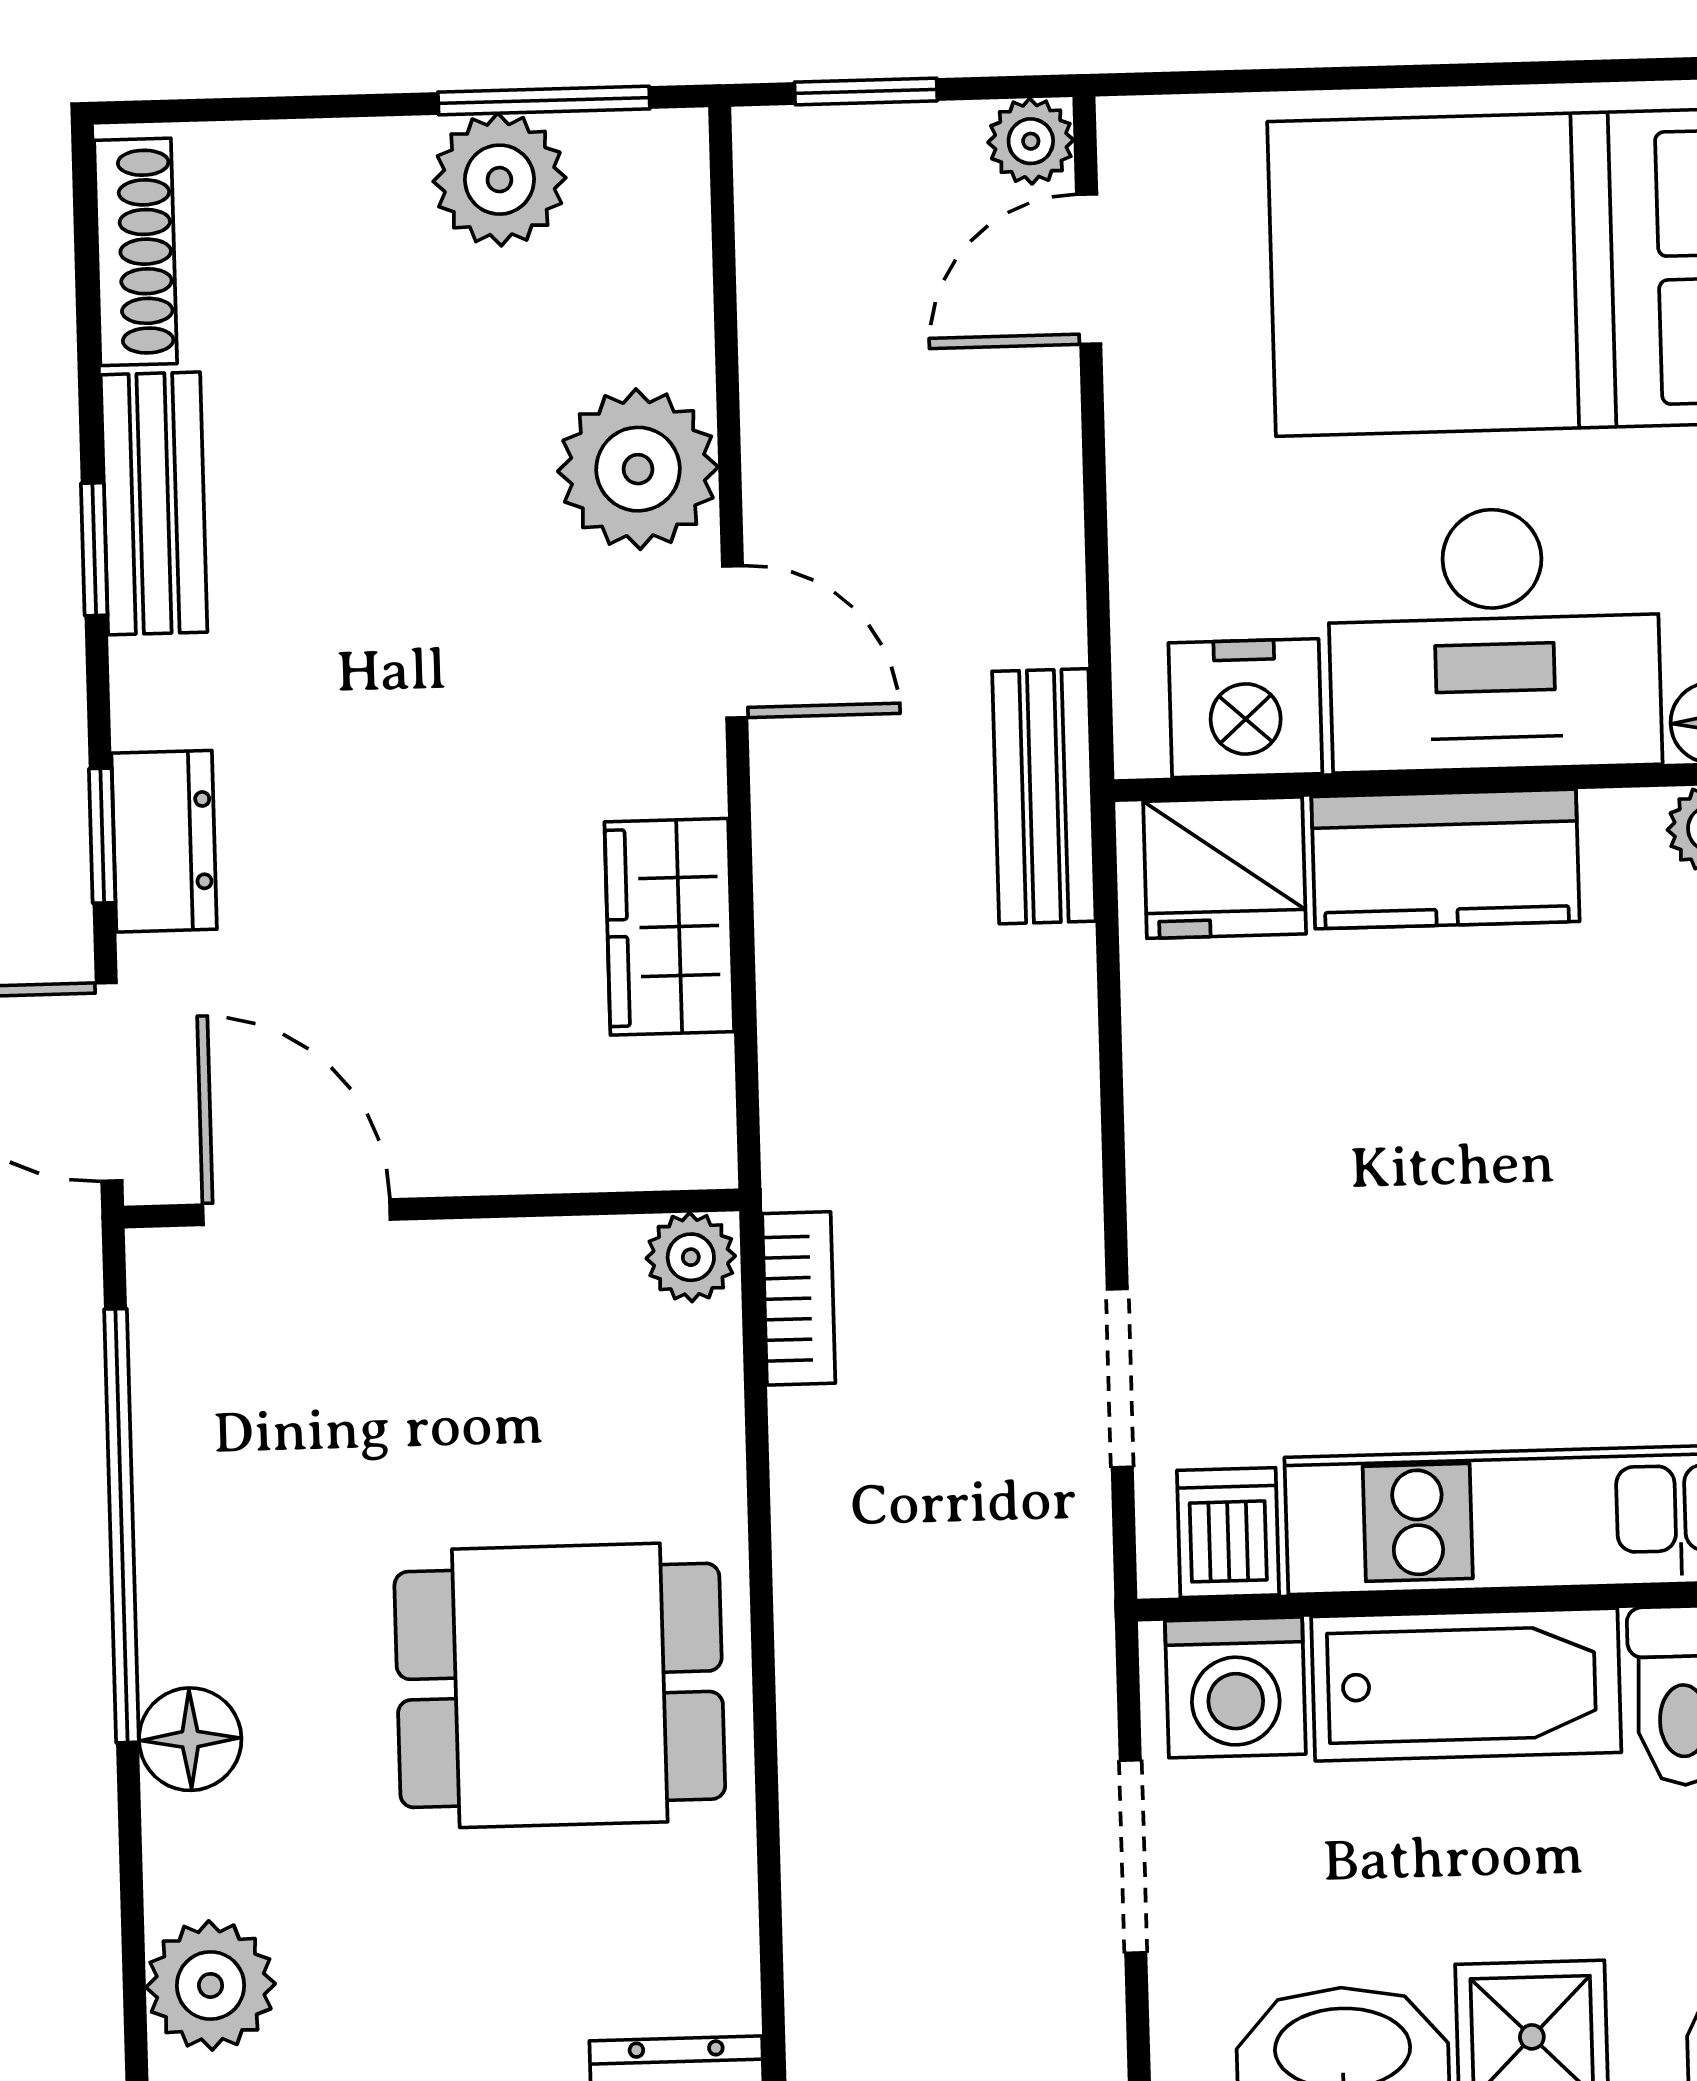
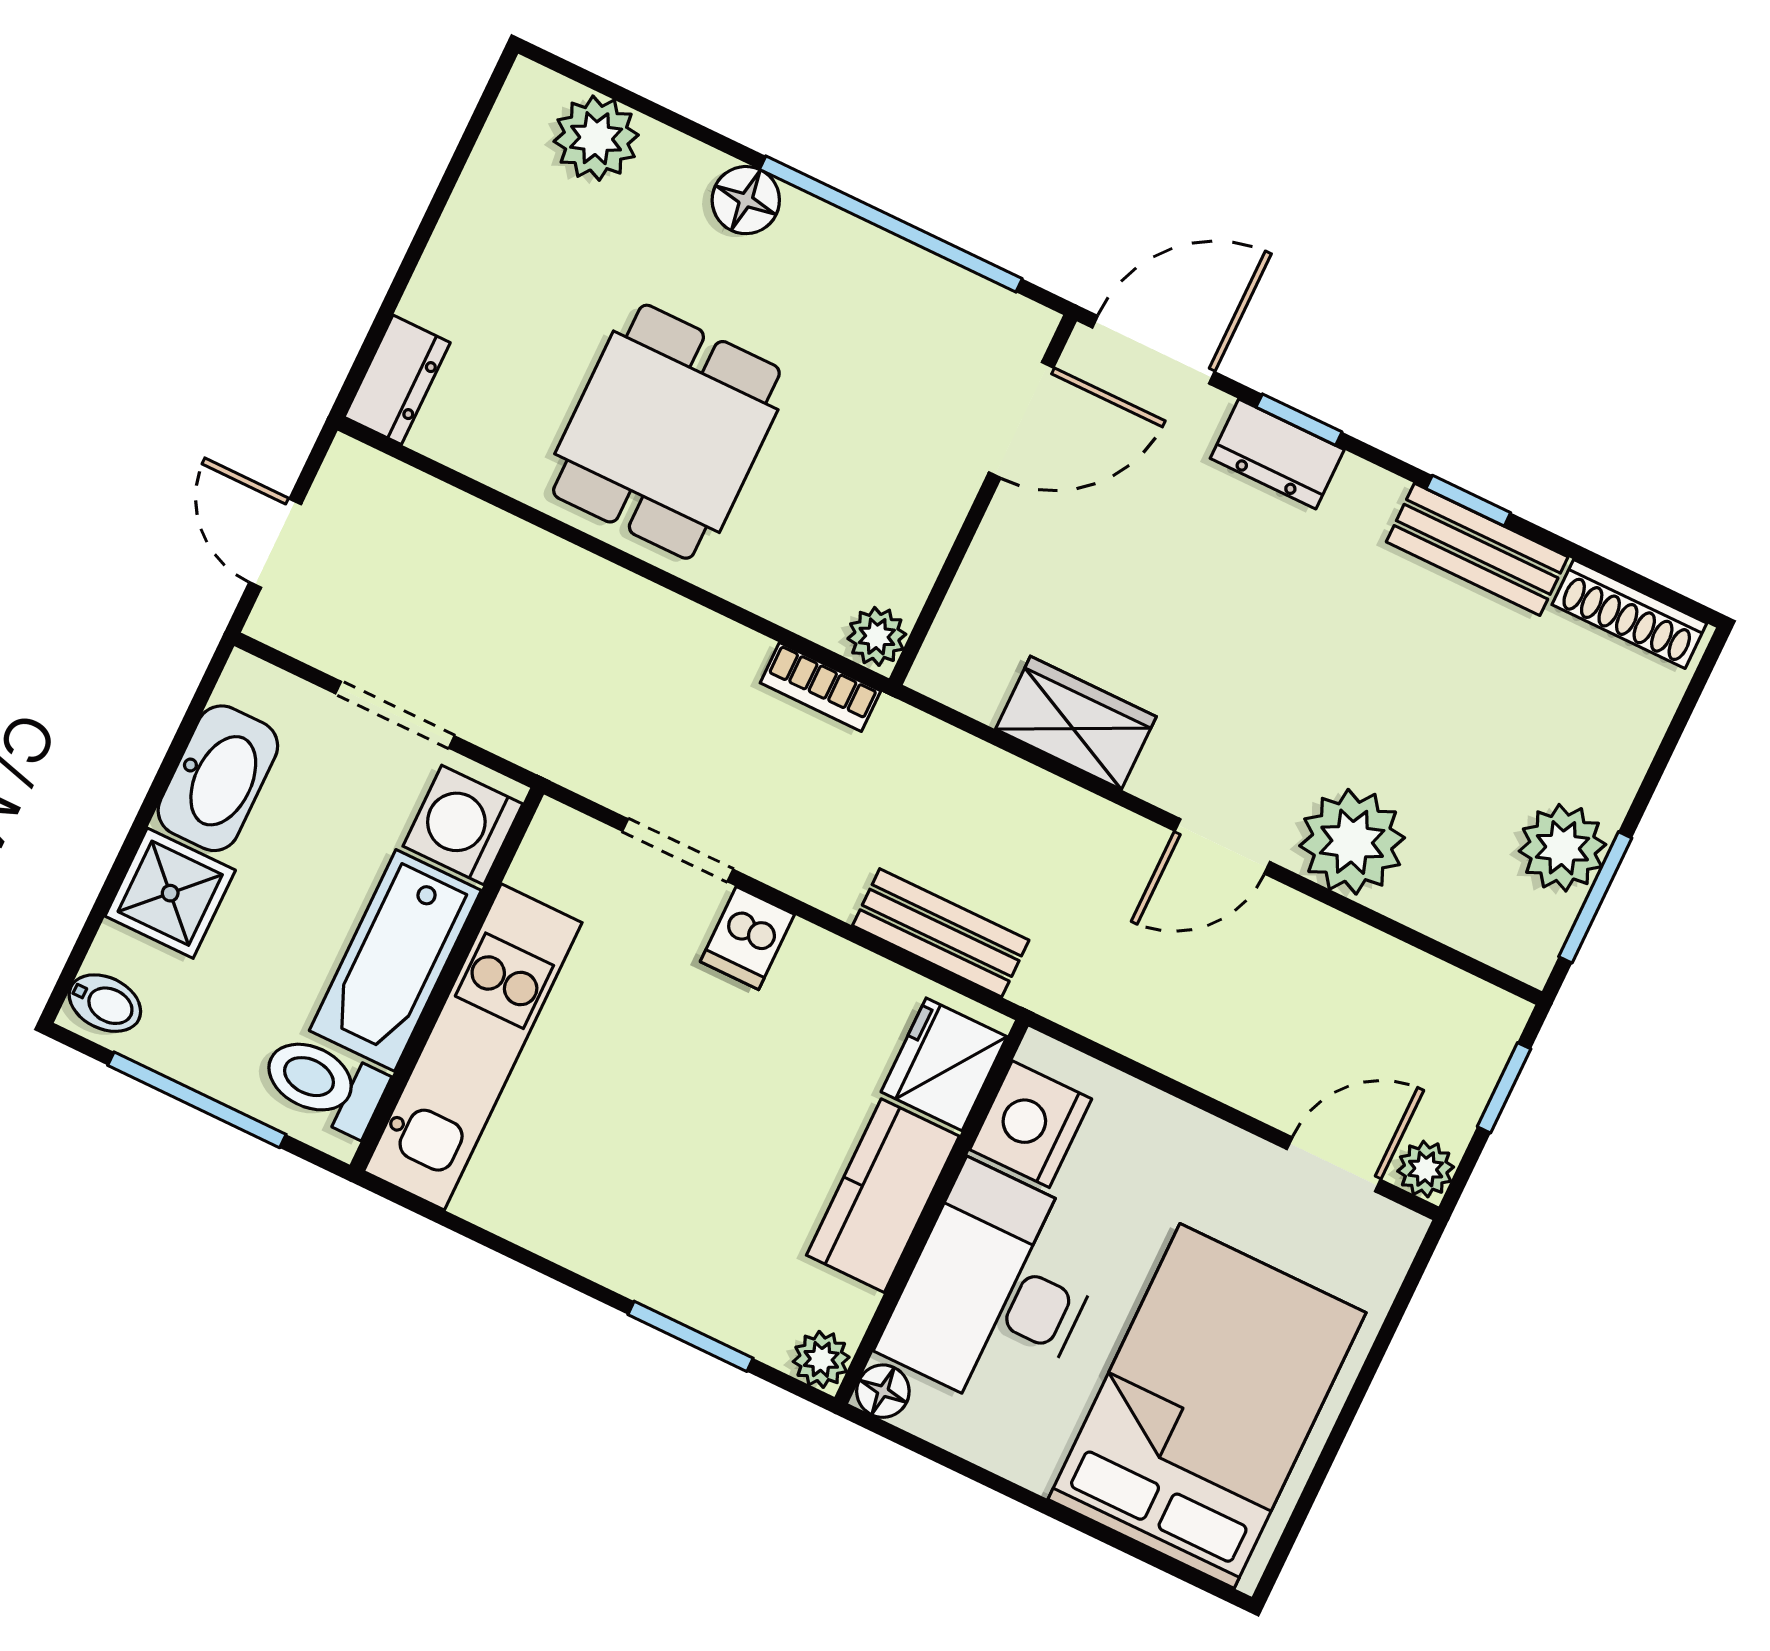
door: (1089, 269) -> (1334, 1164), hinge flipped
bench: (1044, 796) -> (941, 933), moved
dishwasher: (1228, 1533) -> (747, 938), moved, turned 90

